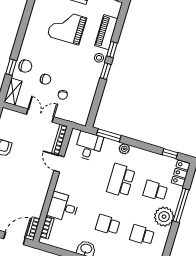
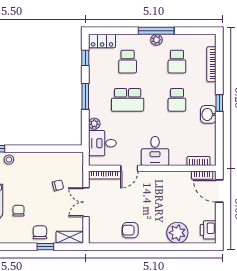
window: (106, 71) -> (20, 149), removed
chair: (45, 79) -> (18, 211), moved
window: (109, 135) -> (85, 96), moved
plant: (124, 149) -> (94, 124), moved
window: (181, 205) -> (156, 31), moved
desk: (63, 207) -> (155, 151), moved
plant: (164, 217) -> (156, 40), width x0.53, depth x0.53

